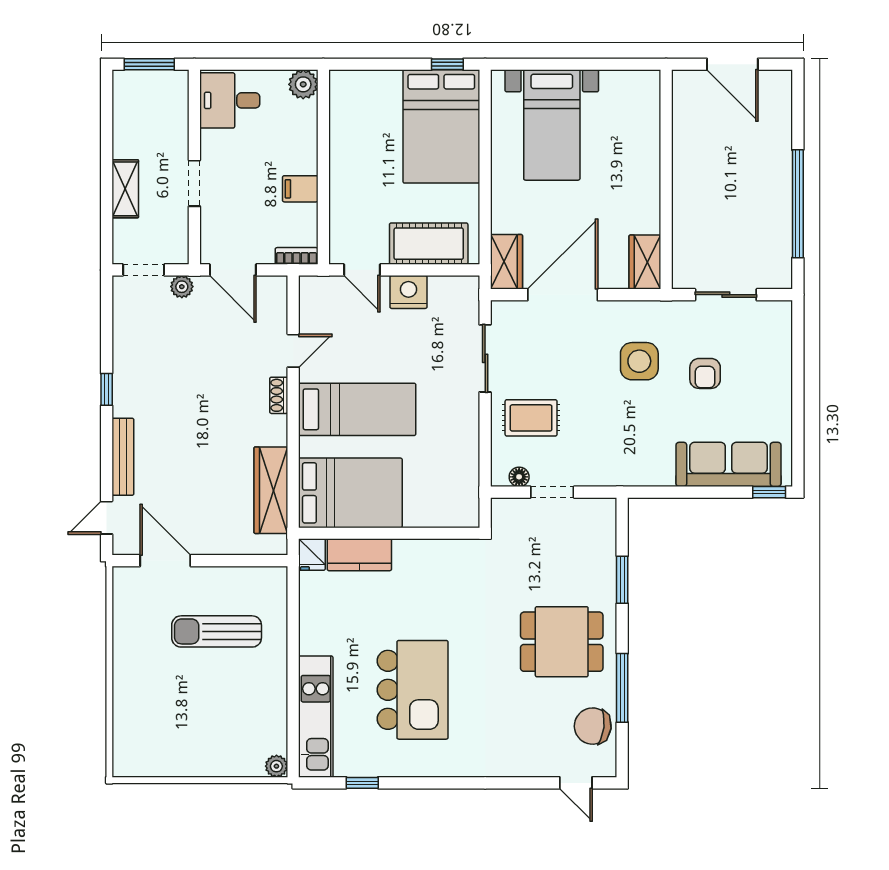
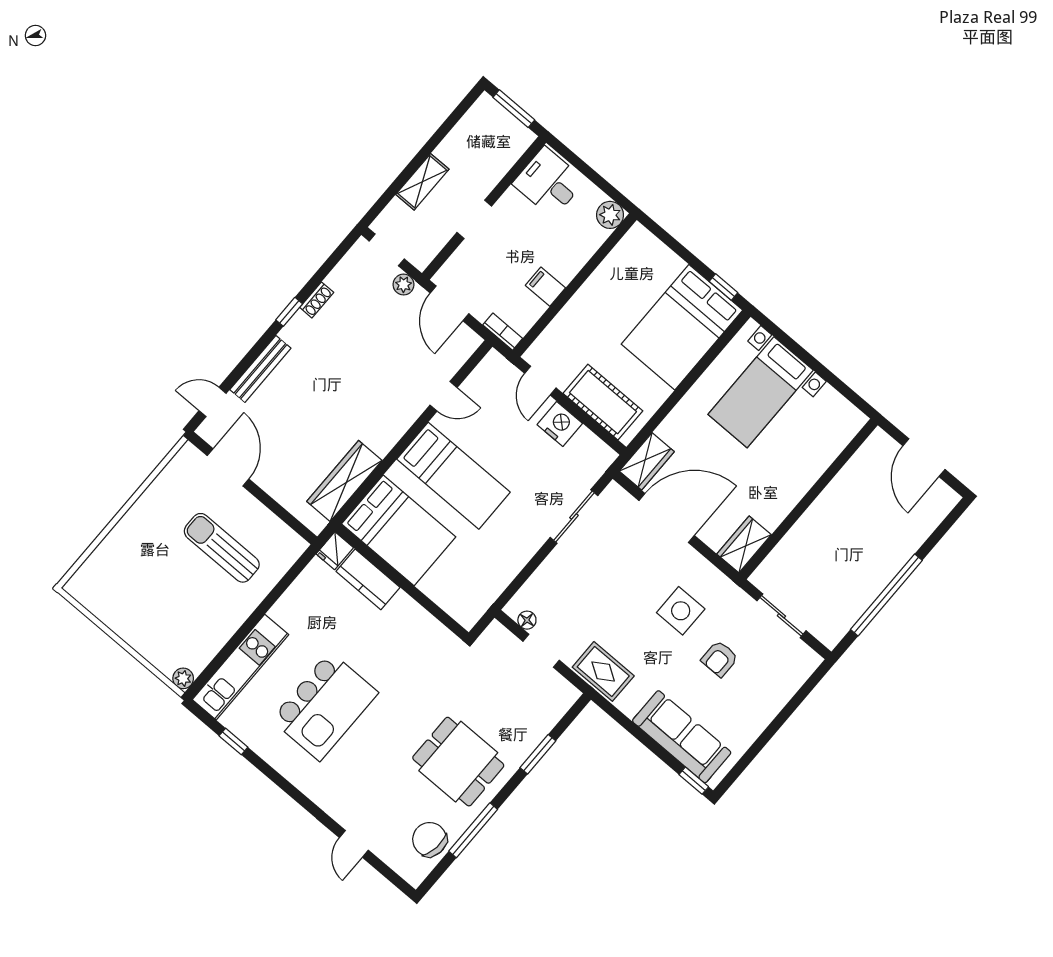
shoe rack: (279, 395) -> (317, 300), moved, turned 180
rug: (531, 418) -> (603, 671), moved
door: (576, 783) -> (354, 844), moved

